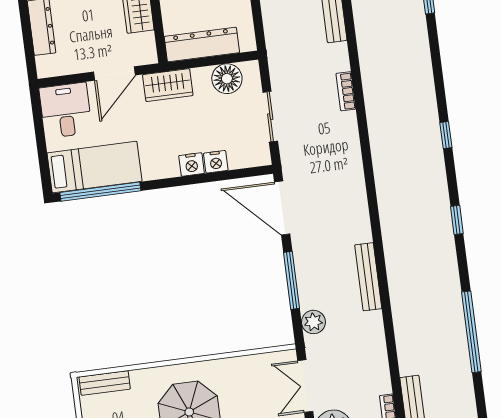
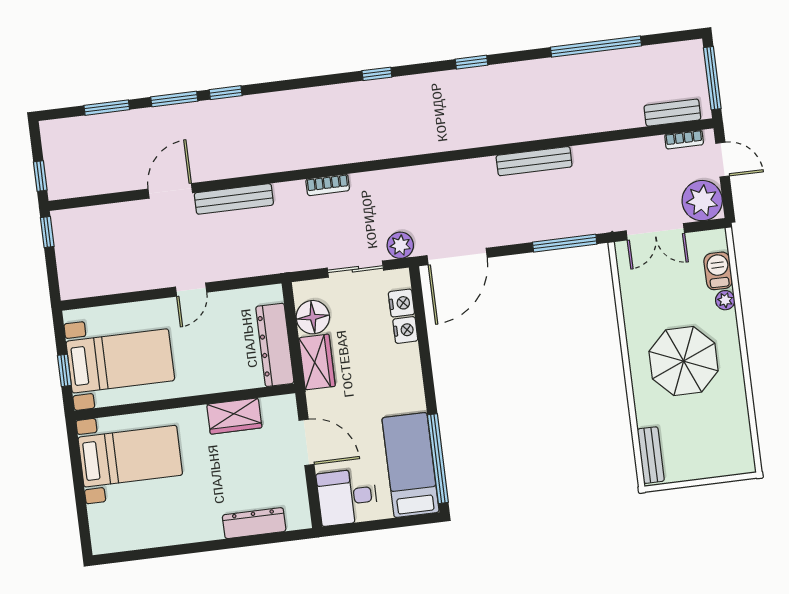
wardrobe: (168, 85) -> (317, 362), moved
nightstand: (192, 164) -> (401, 303), moved
window: (292, 280) -> (565, 243), moved
plant: (313, 322) -> (400, 245), moved

